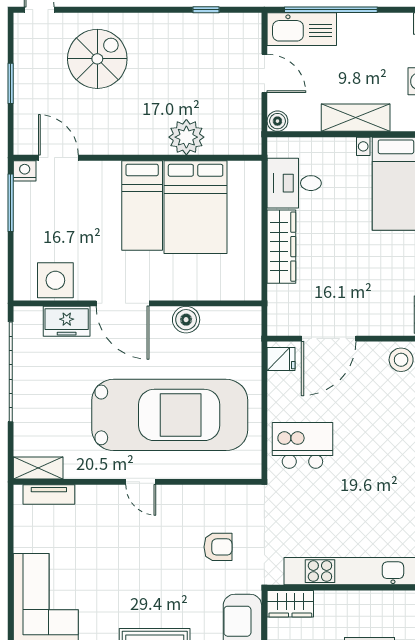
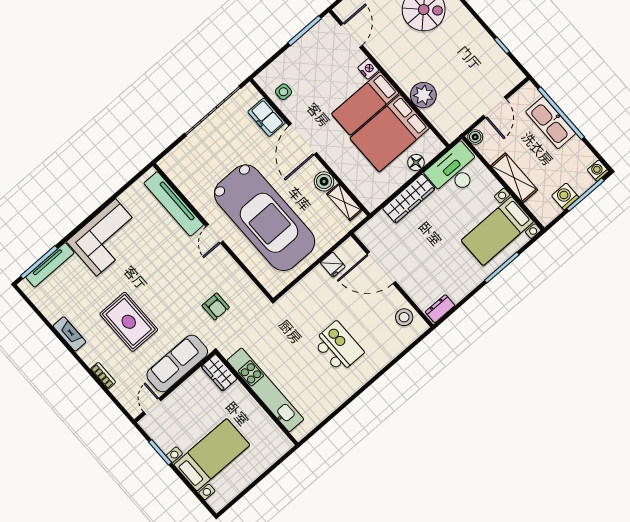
kitchen sink: (302, 29) -> (551, 123), moved
nightstand: (25, 171) -> (368, 69), moved
desk: (294, 183) -> (454, 171), width x1.37
floor lamp: (250, 206) -> (416, 163), added
side table: (55, 280) -> (283, 92), width x0.54, depth x0.54
fridge: (281, 359) -> (333, 265), moved
kitchen island: (302, 445) -> (338, 347), moved
shelving: (38, 468) -> (344, 202), moved
tv unit: (49, 495) -> (174, 204), width x1.92, depth x1.29

